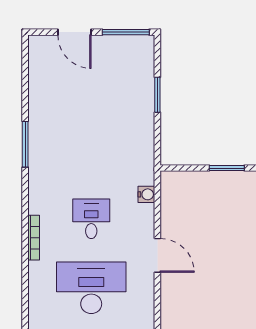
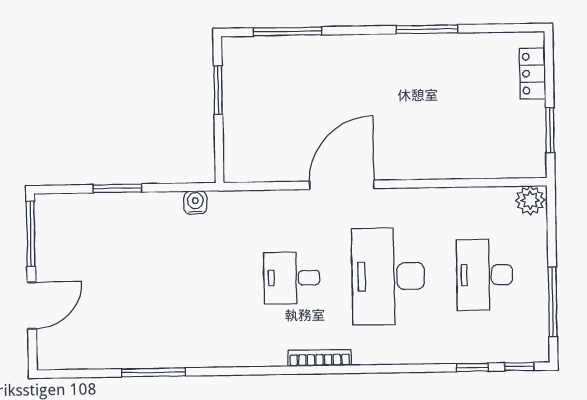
window: (25, 144) -> (154, 372), moved
water cooler: (146, 194) -> (195, 202), moved
door: (157, 255) -> (342, 185), width x1.36

